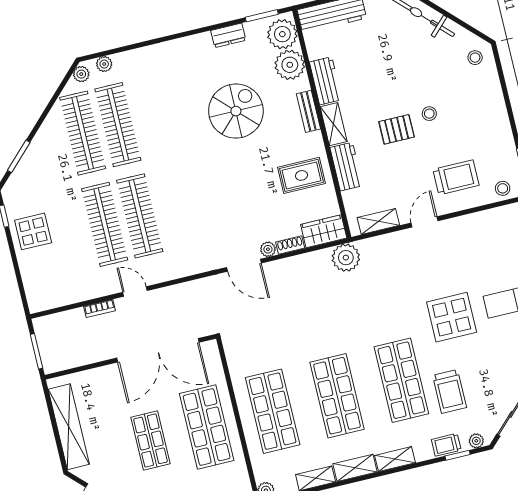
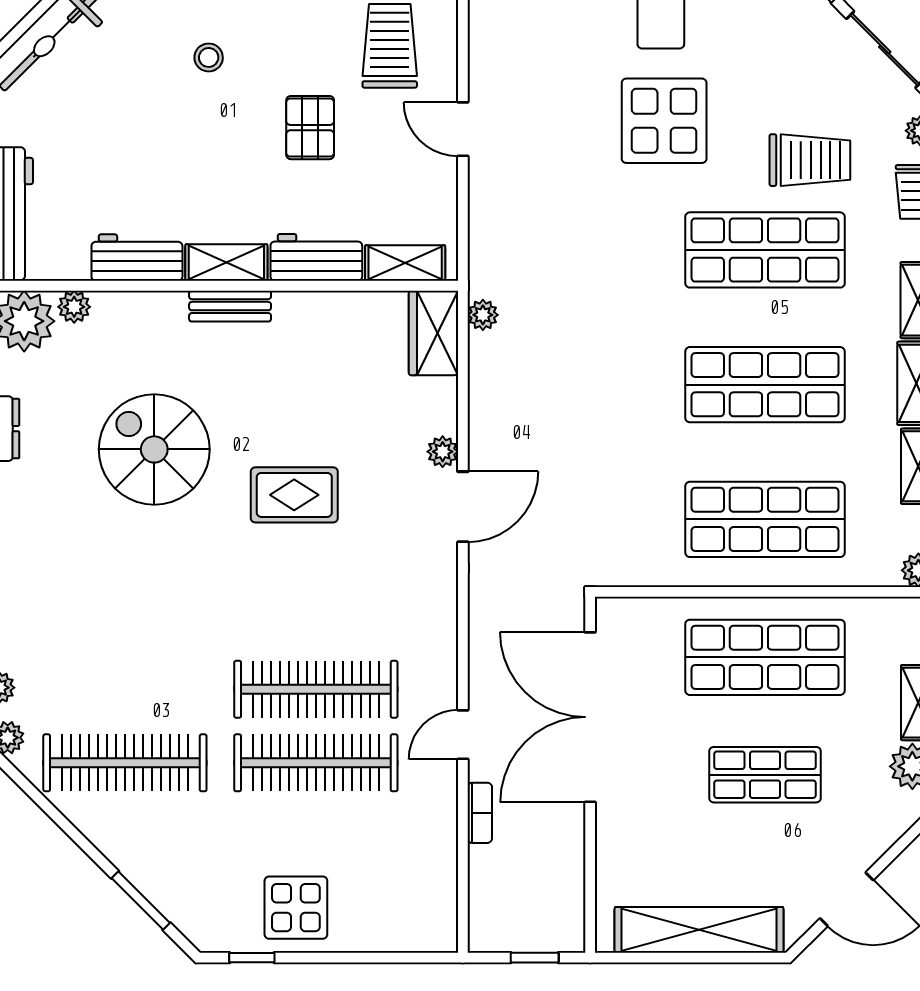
plant: (290, 65) -> (74, 307), width x0.53, depth x0.53
bench: (308, 111) -> (230, 306), moved
stool: (429, 114) -> (209, 57), moved
clothes rail: (118, 125) -> (125, 689), removed
pallet: (397, 129) -> (310, 128), moved
rug: (301, 175) -> (294, 495), moved, turned 90
shelving: (378, 221) -> (405, 263), moved, turned 90
shoe rack: (290, 245) -> (445, 406), removed
plant: (346, 258) -> (483, 315), width x0.53, depth x0.53
double door: (158, 350) -> (590, 717), swing flipped
window: (37, 351) -> (535, 958), width x0.67

